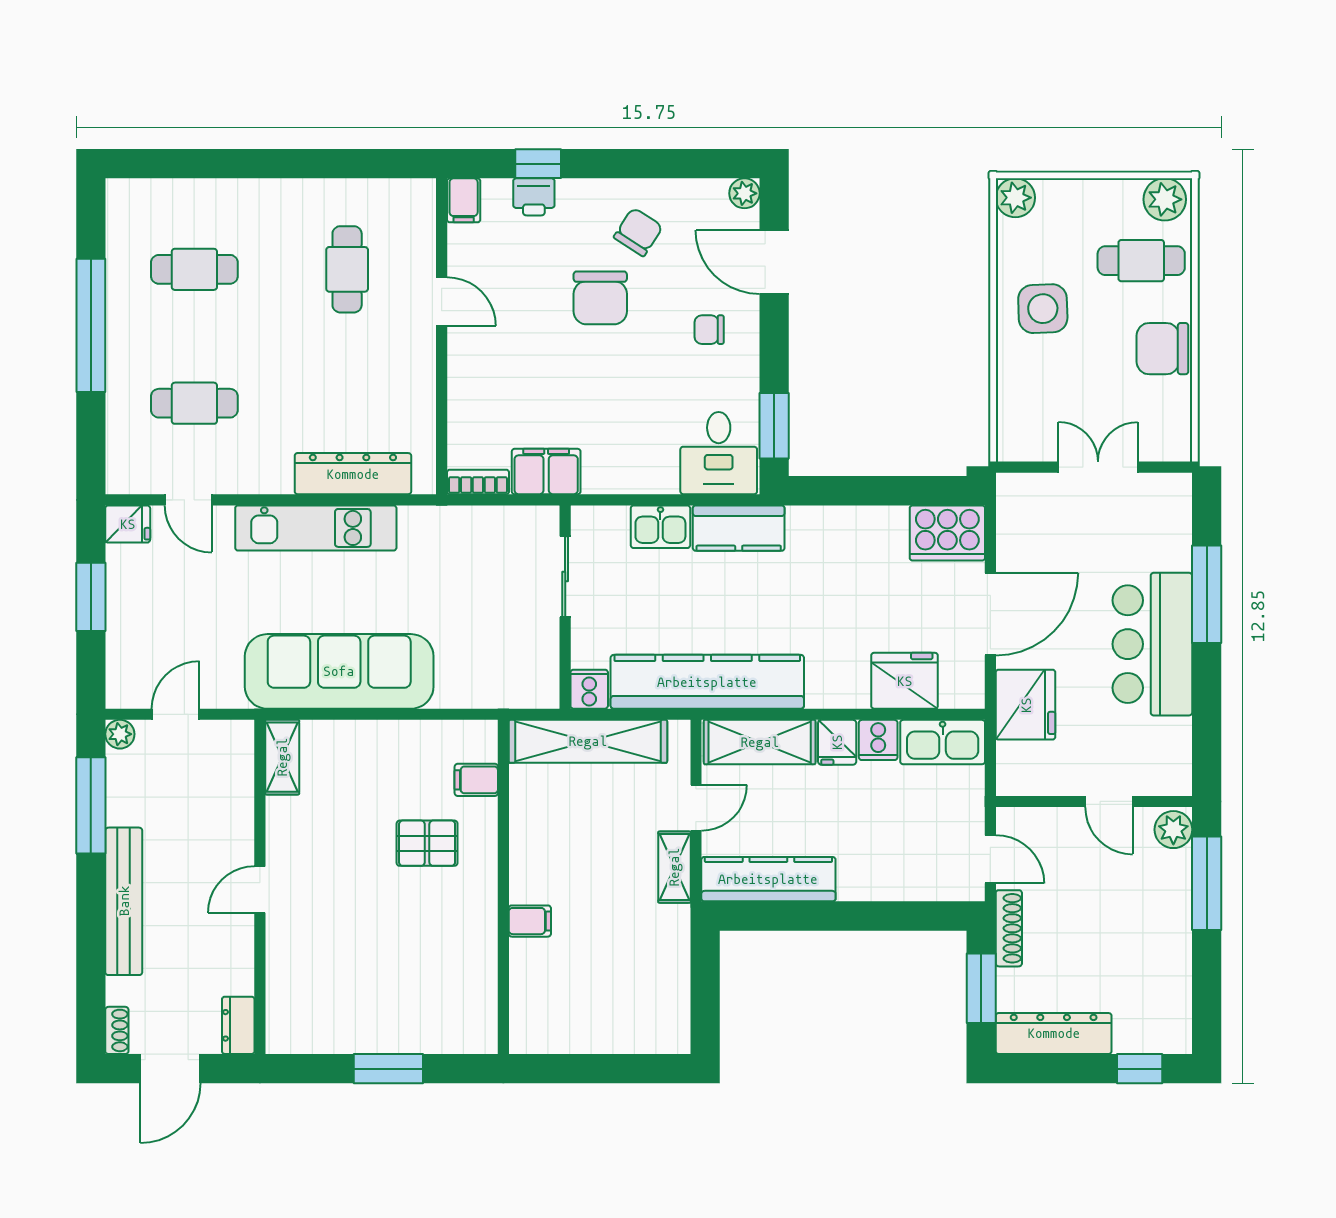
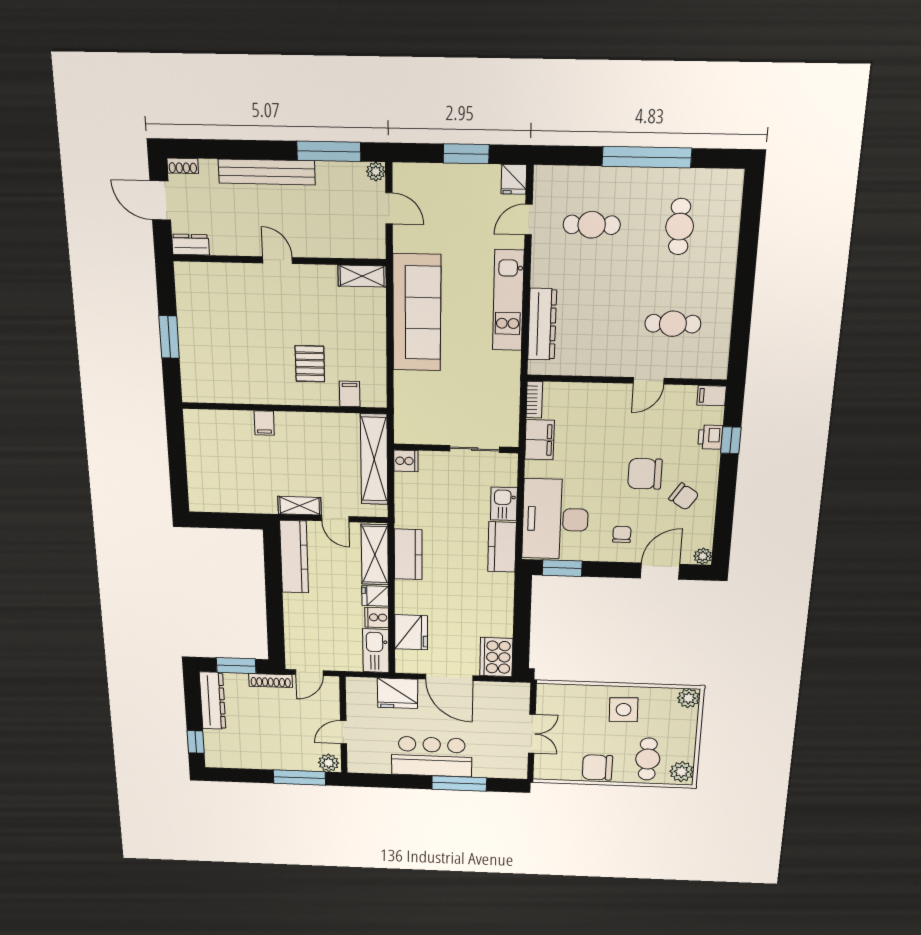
chair: (1162, 349) -> (597, 767), turned -90
cafe table: (194, 403) -> (592, 225), turned 90
desk: (719, 453) -> (555, 519), width x1.87, depth x1.30
kitchen counter: (707, 682) -> (408, 554), width x0.48, depth x0.86

